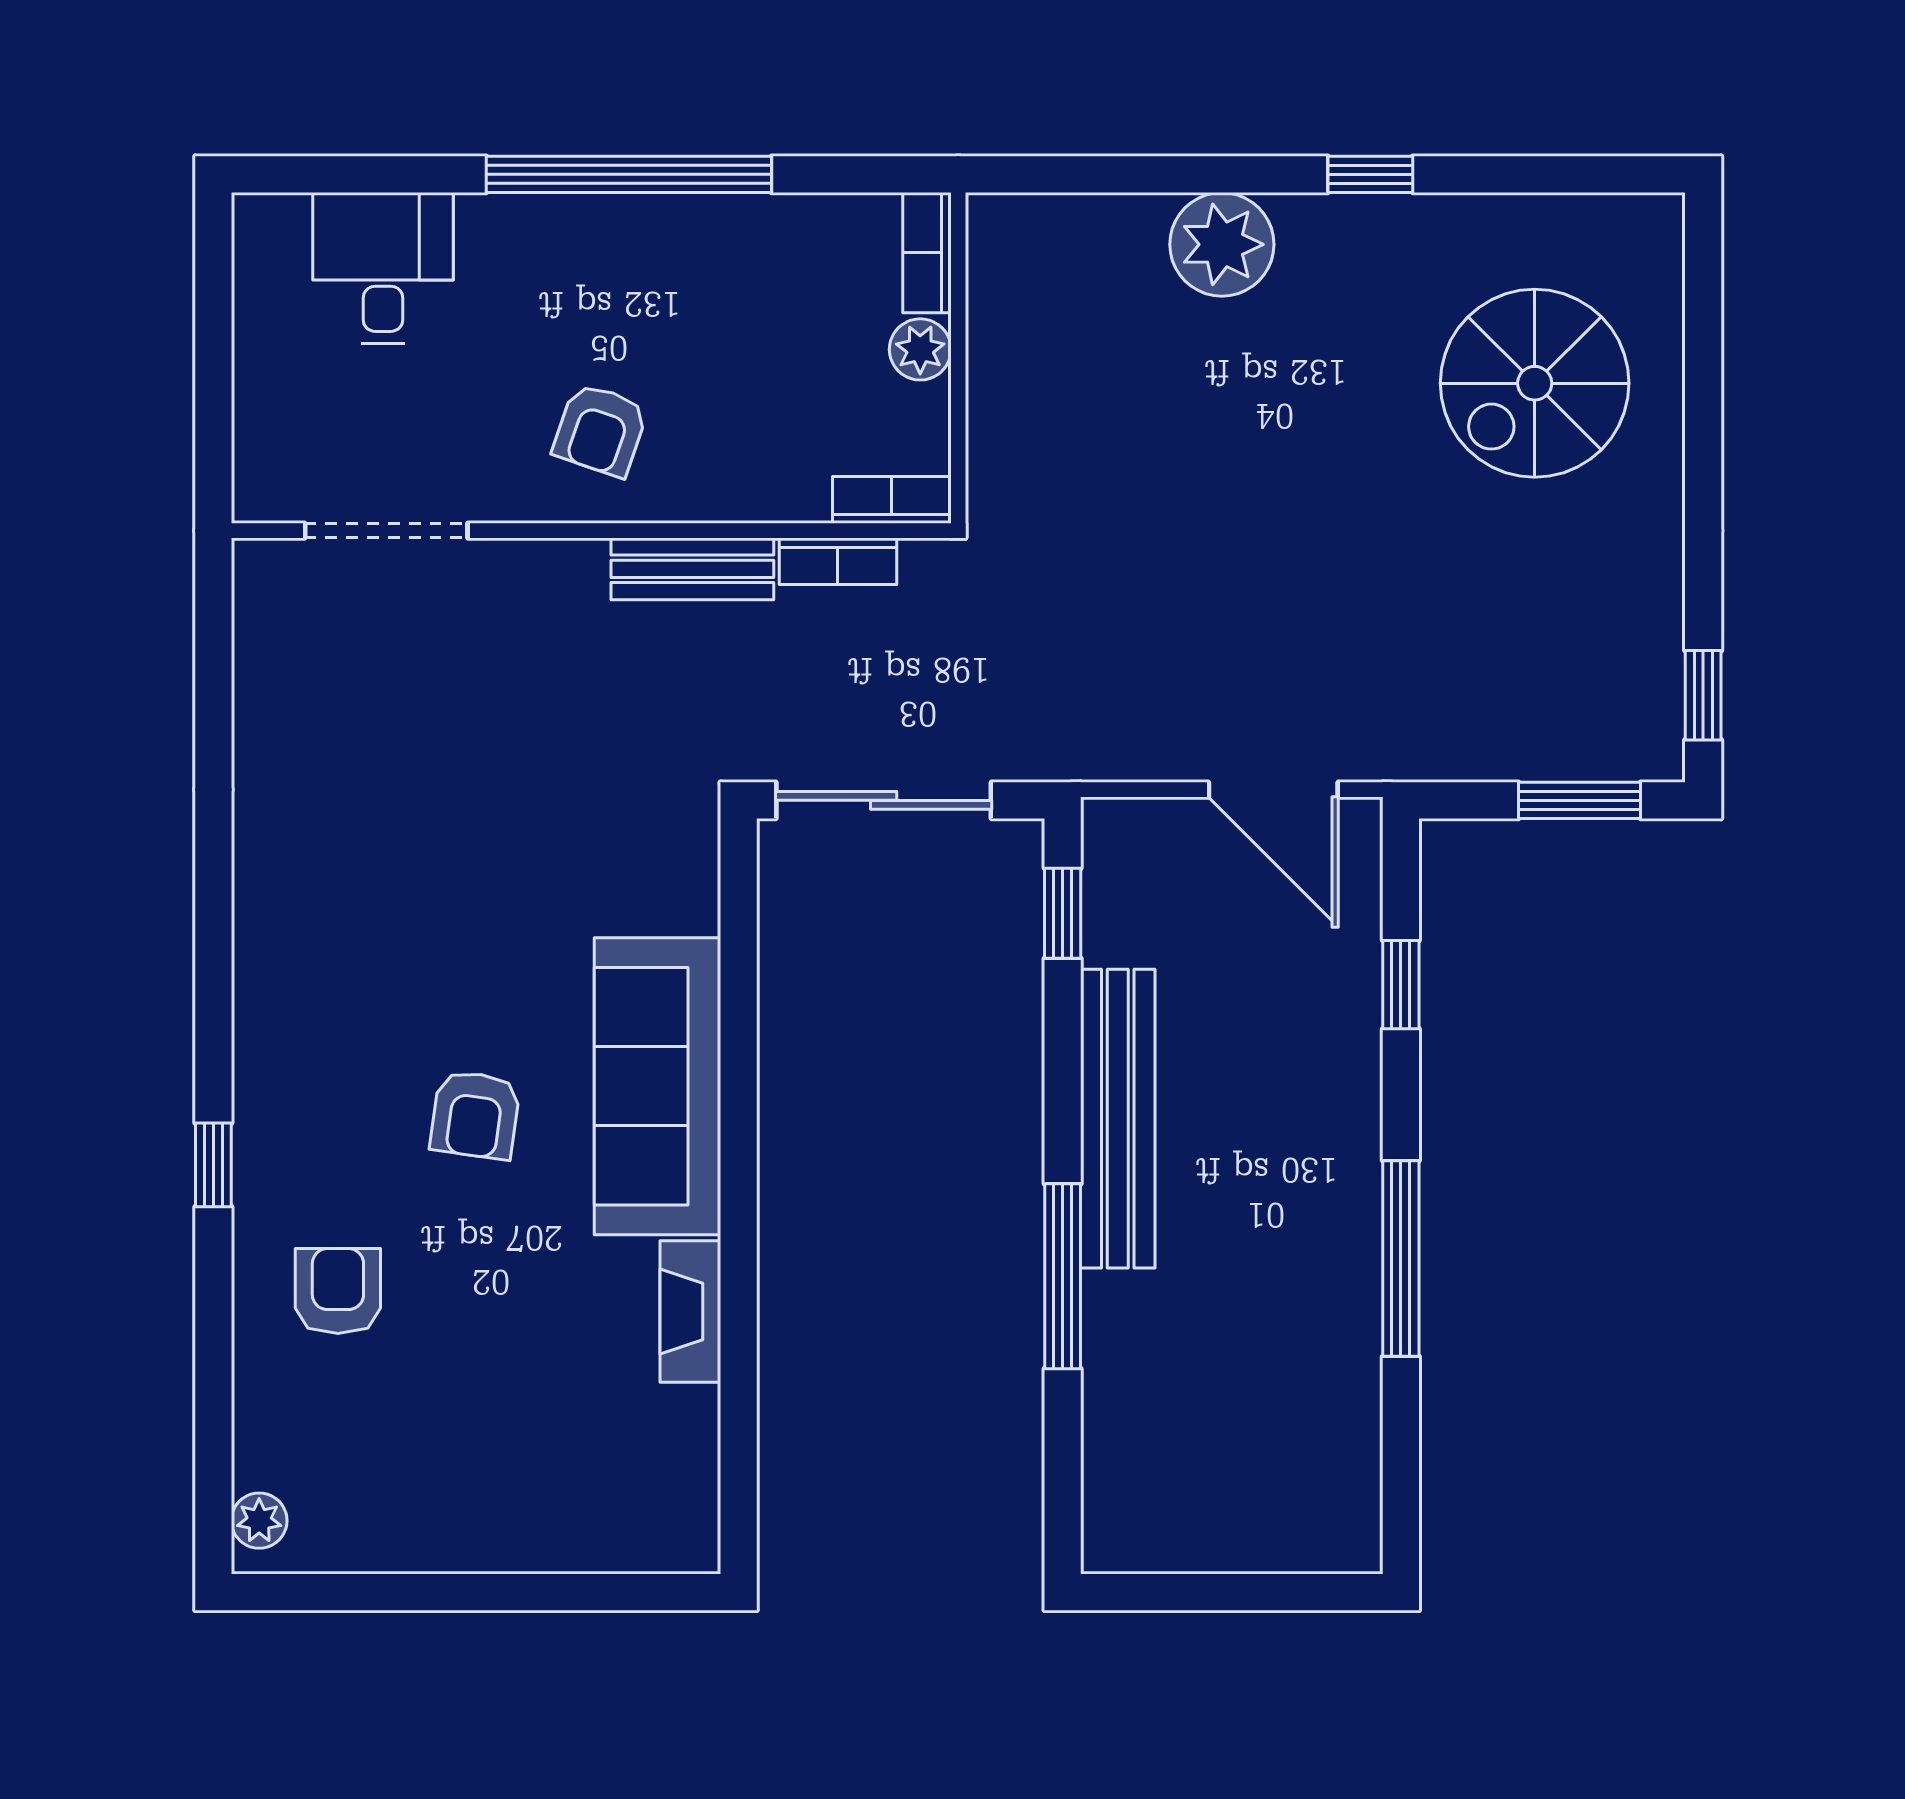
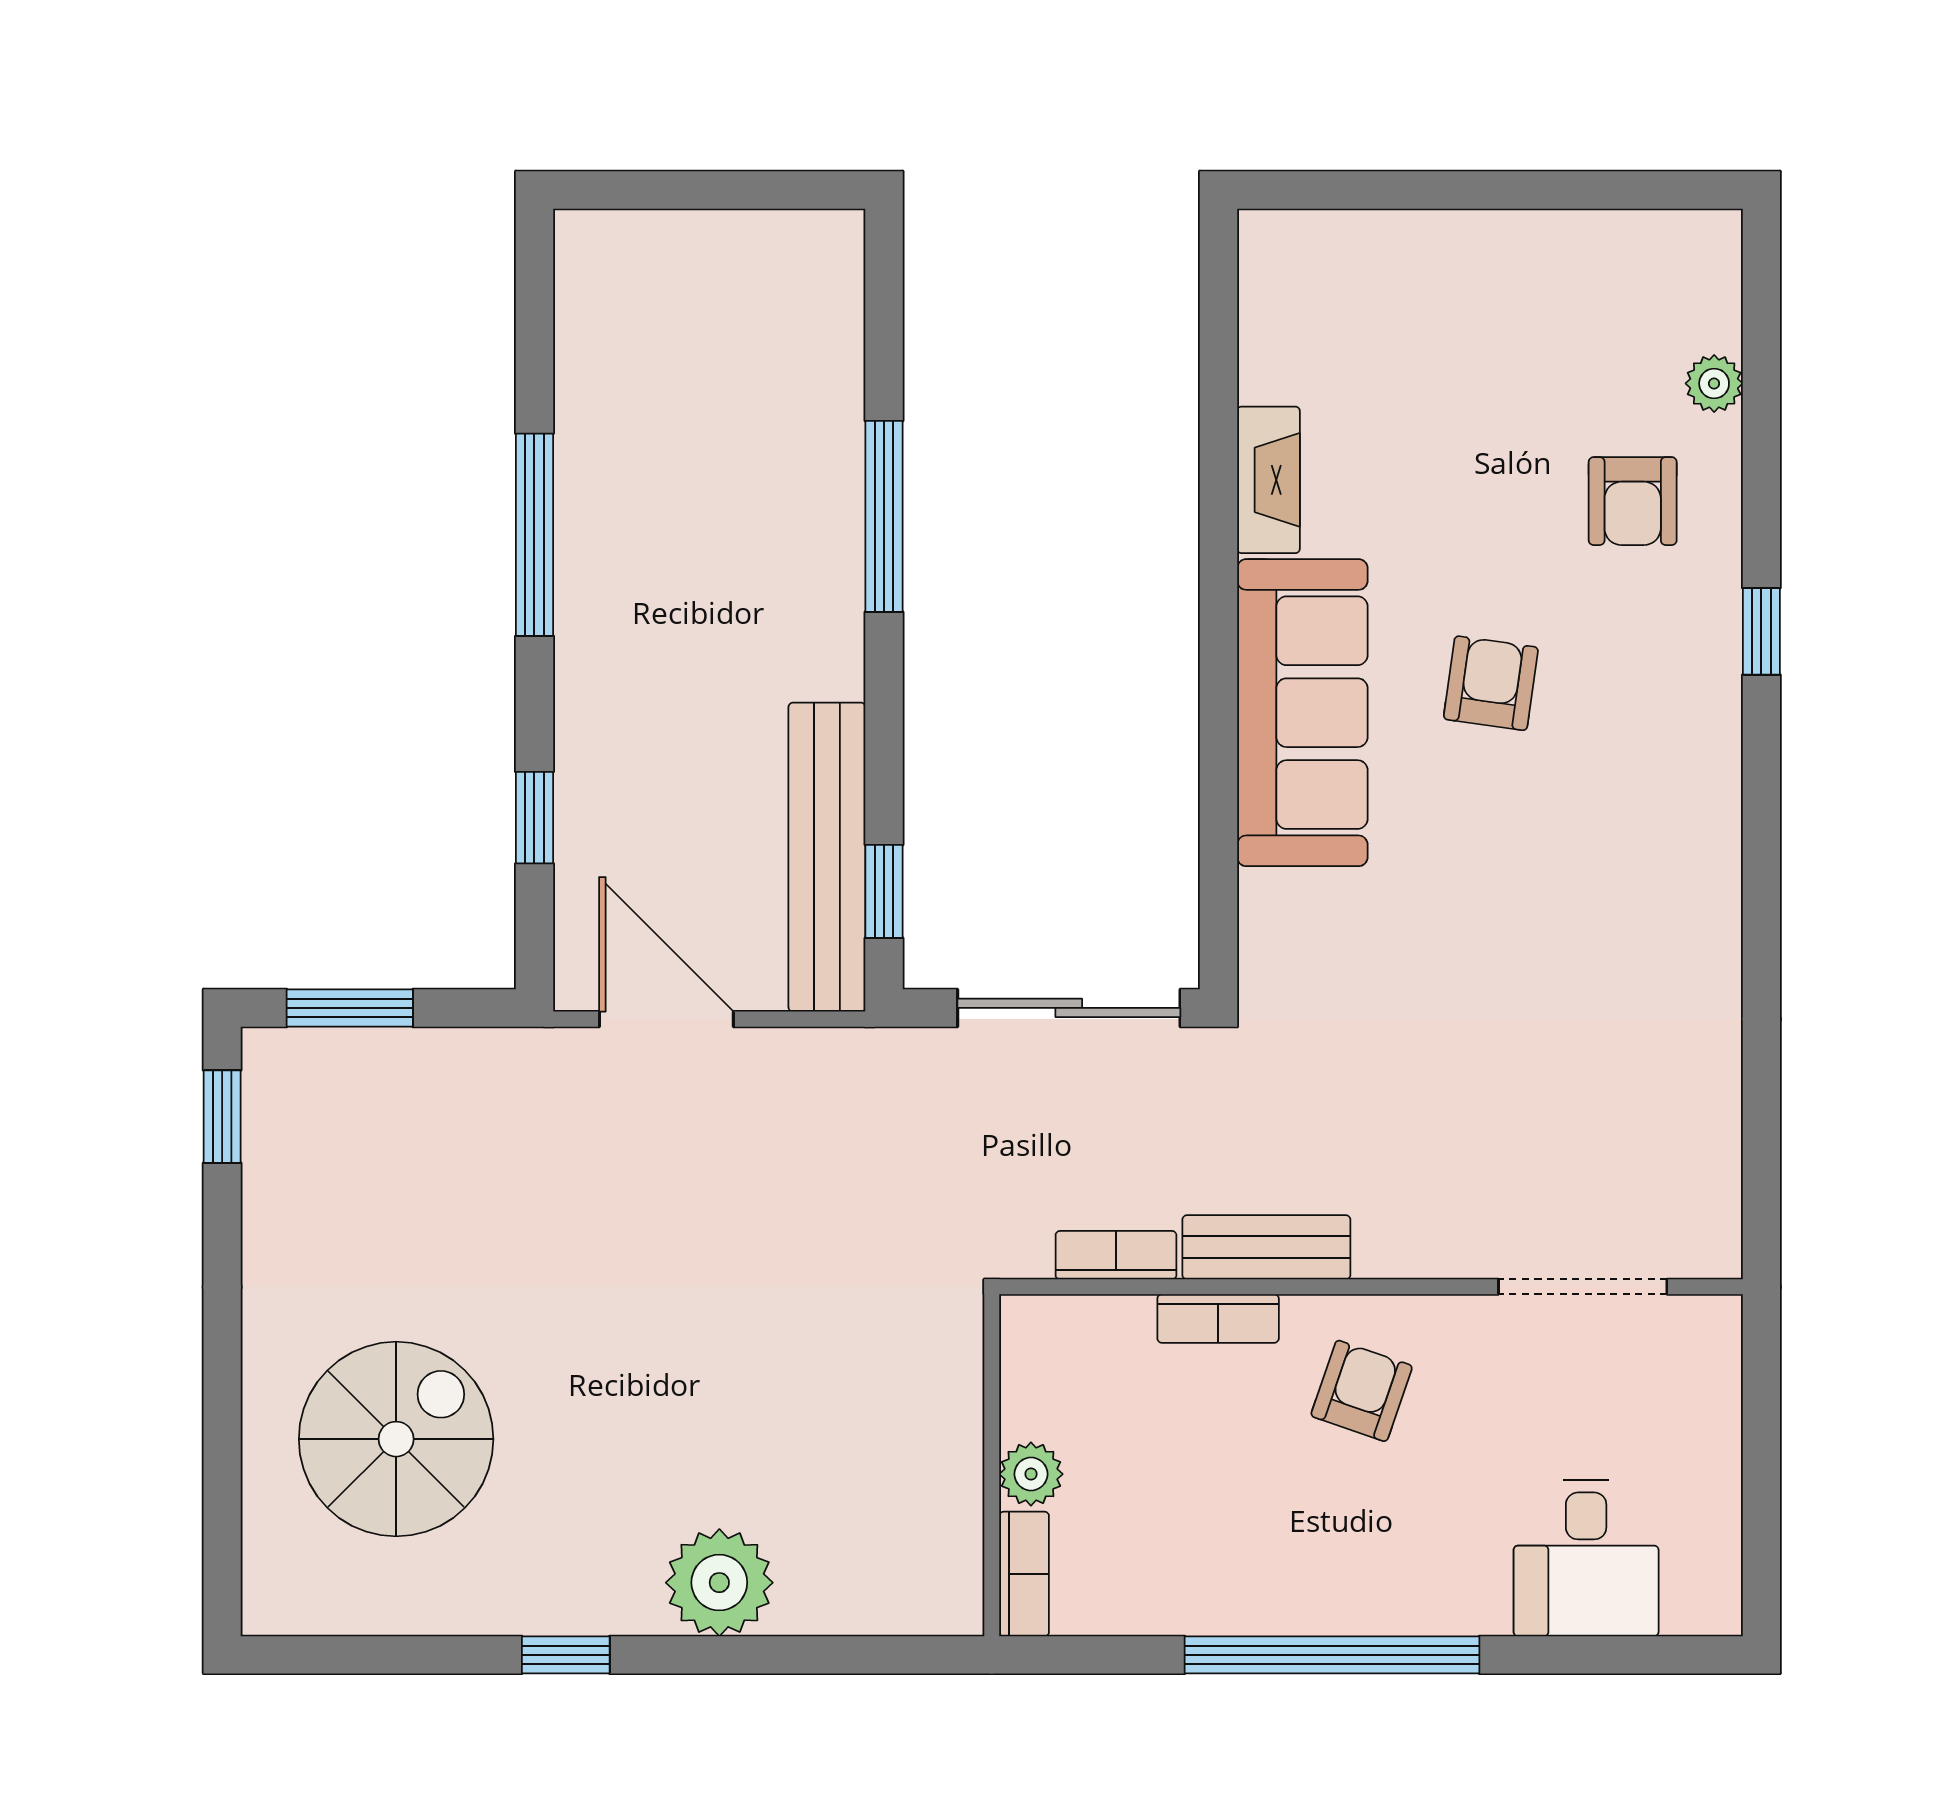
bookcase: (891, 500) -> (1218, 1318), moved
bench: (1118, 1119) -> (827, 857), moved
plant: (259, 1521) -> (1714, 383), moved

